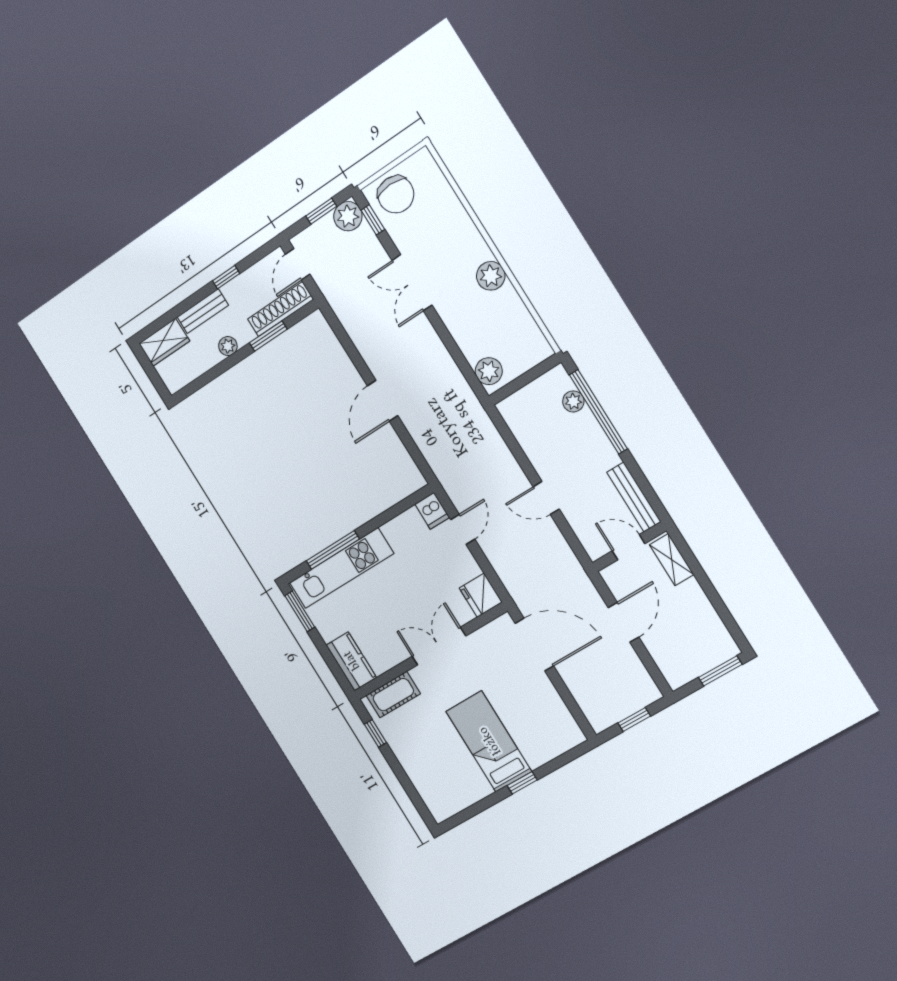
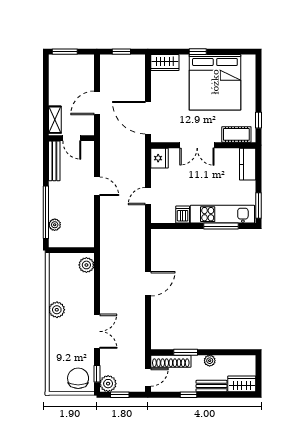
dishwasher: (432, 511) -> (183, 215), moved
wardrobe: (560, 740) -> (165, 63), added
bed: (489, 741) -> (215, 82), width x2.04

